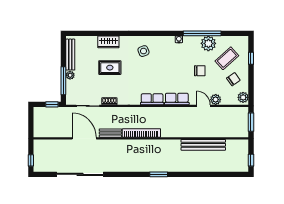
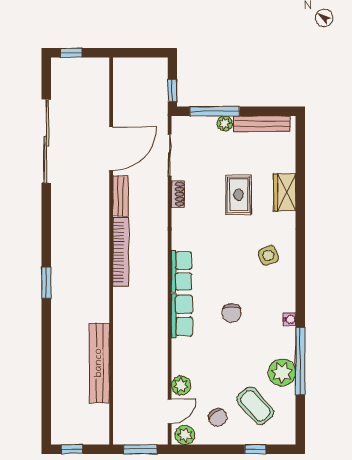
chair: (200, 71) -> (232, 313), moved
door: (203, 106) -> (170, 411), moved

